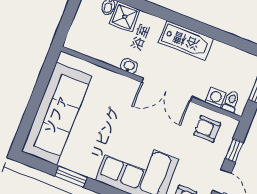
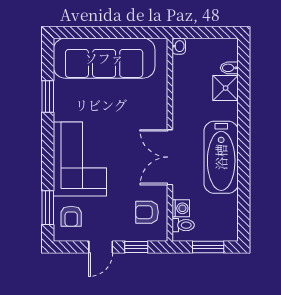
bathtub: (186, 41) -> (221, 157), width x1.36, depth x1.36
washbasin: (129, 66) -> (179, 46), moved
armchair: (207, 129) -> (147, 212), turned -90

